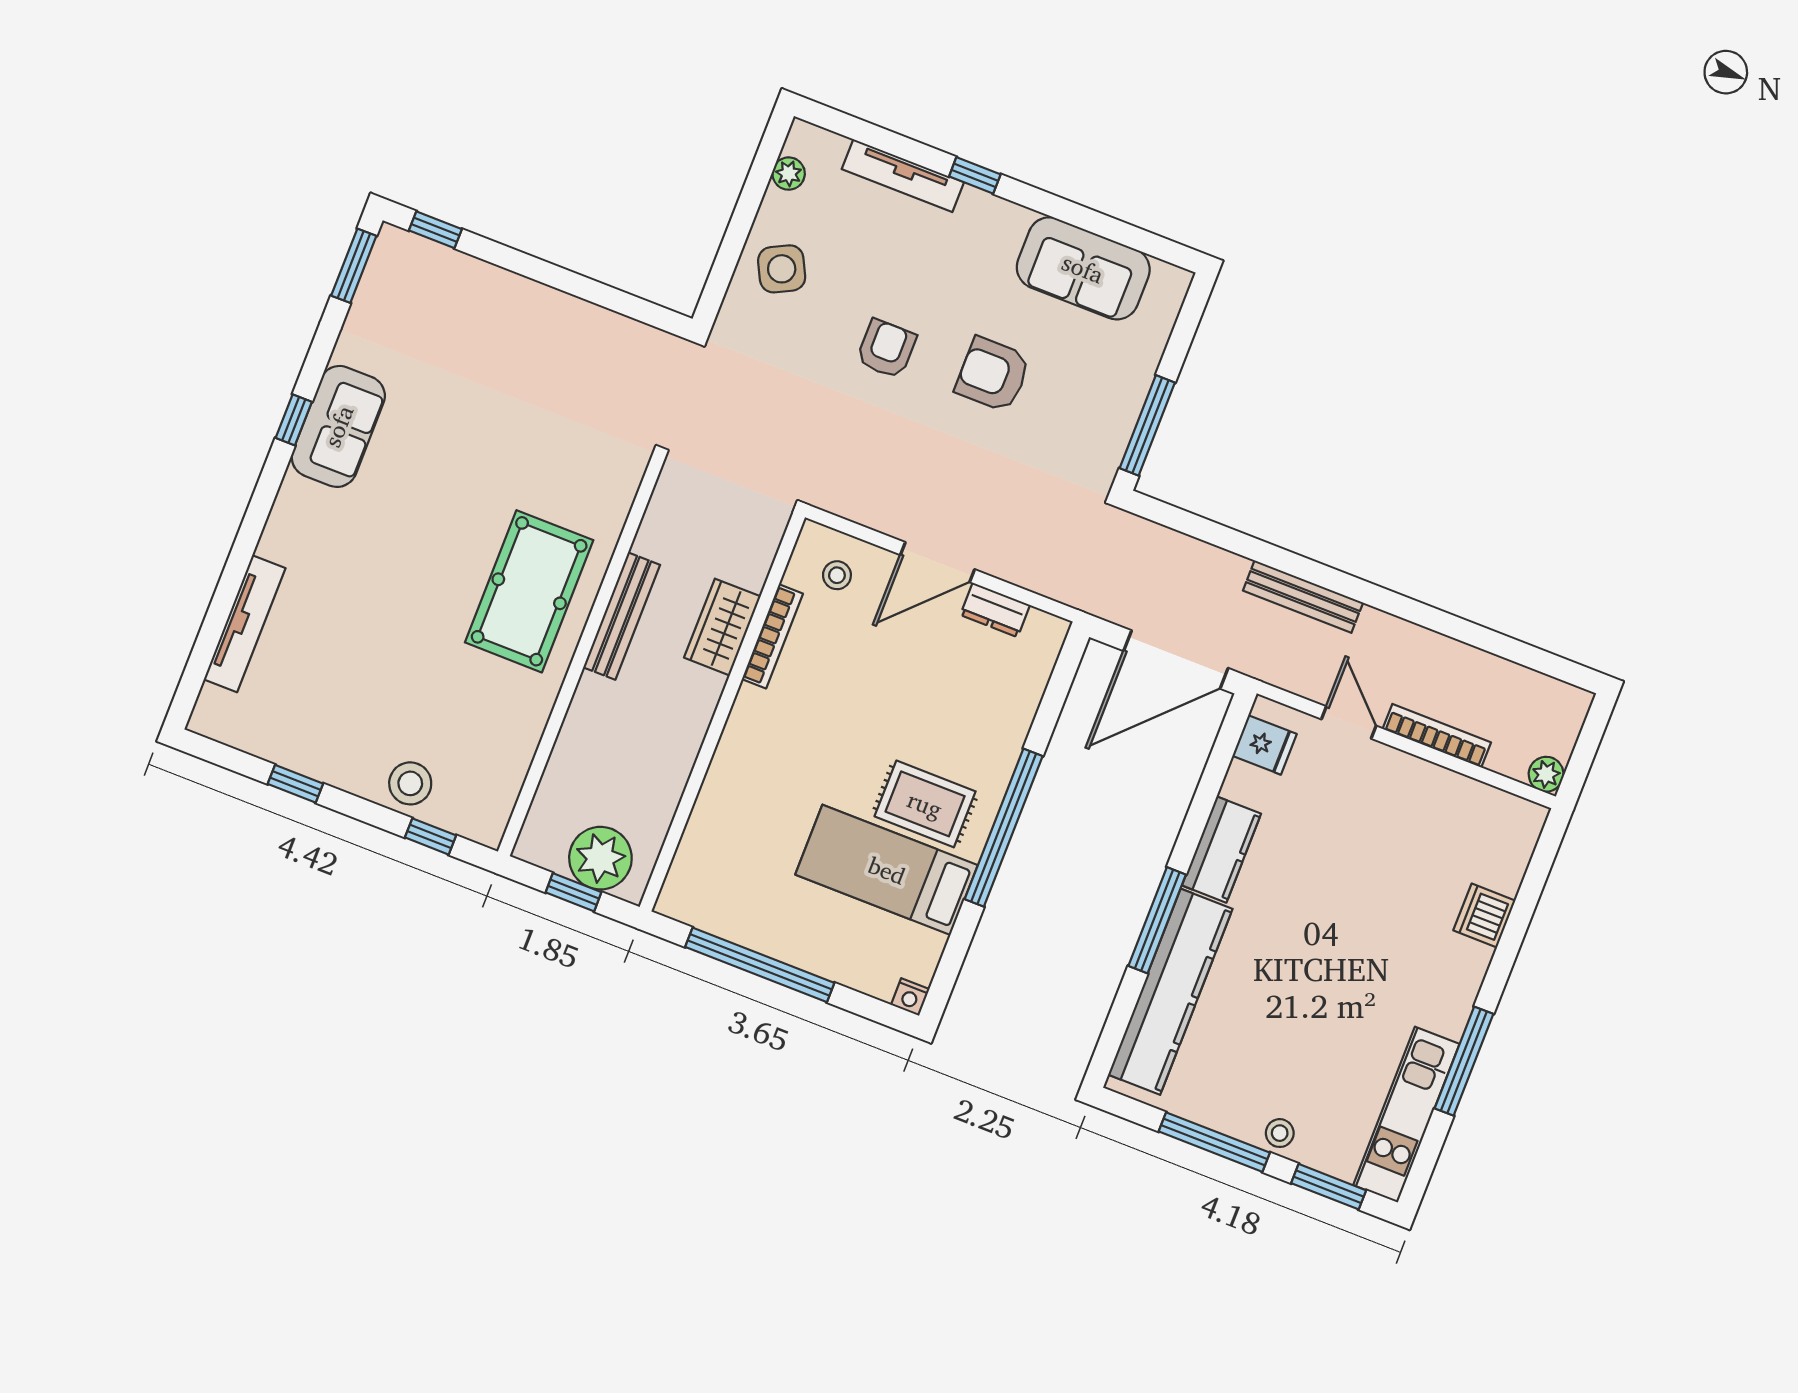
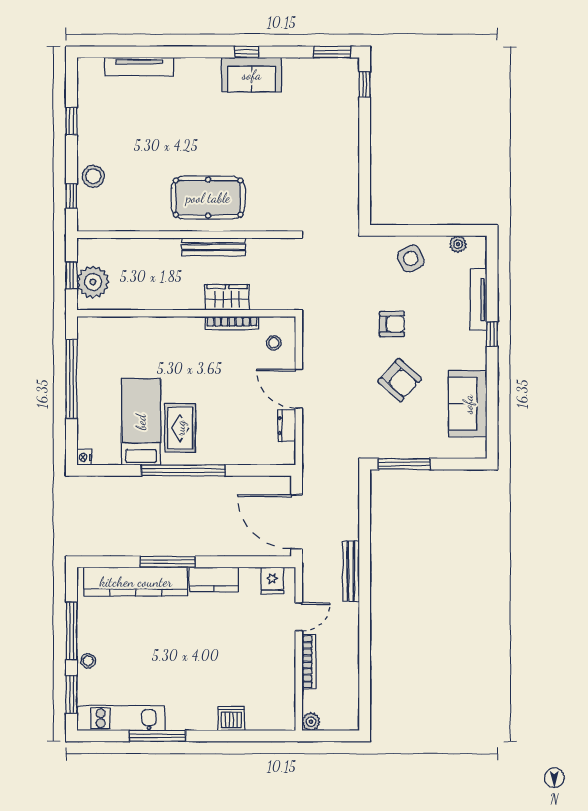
armchair: (993, 374) -> (400, 380), turned 132

